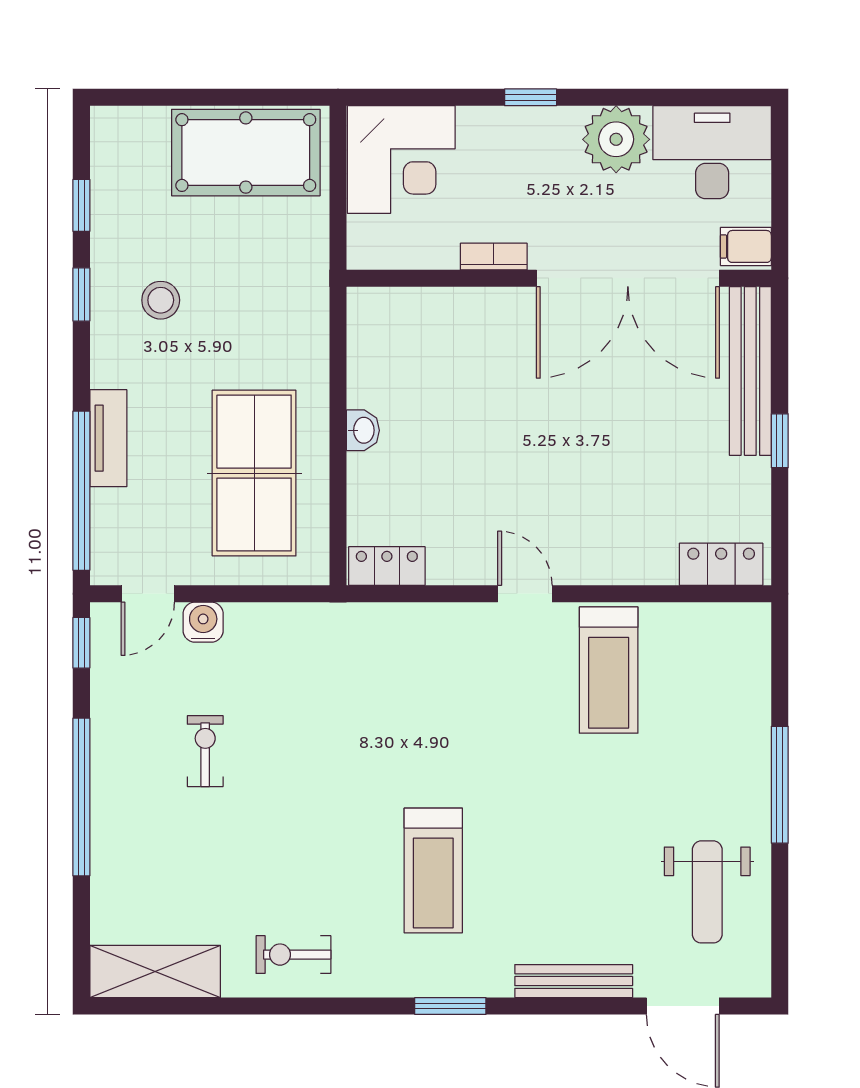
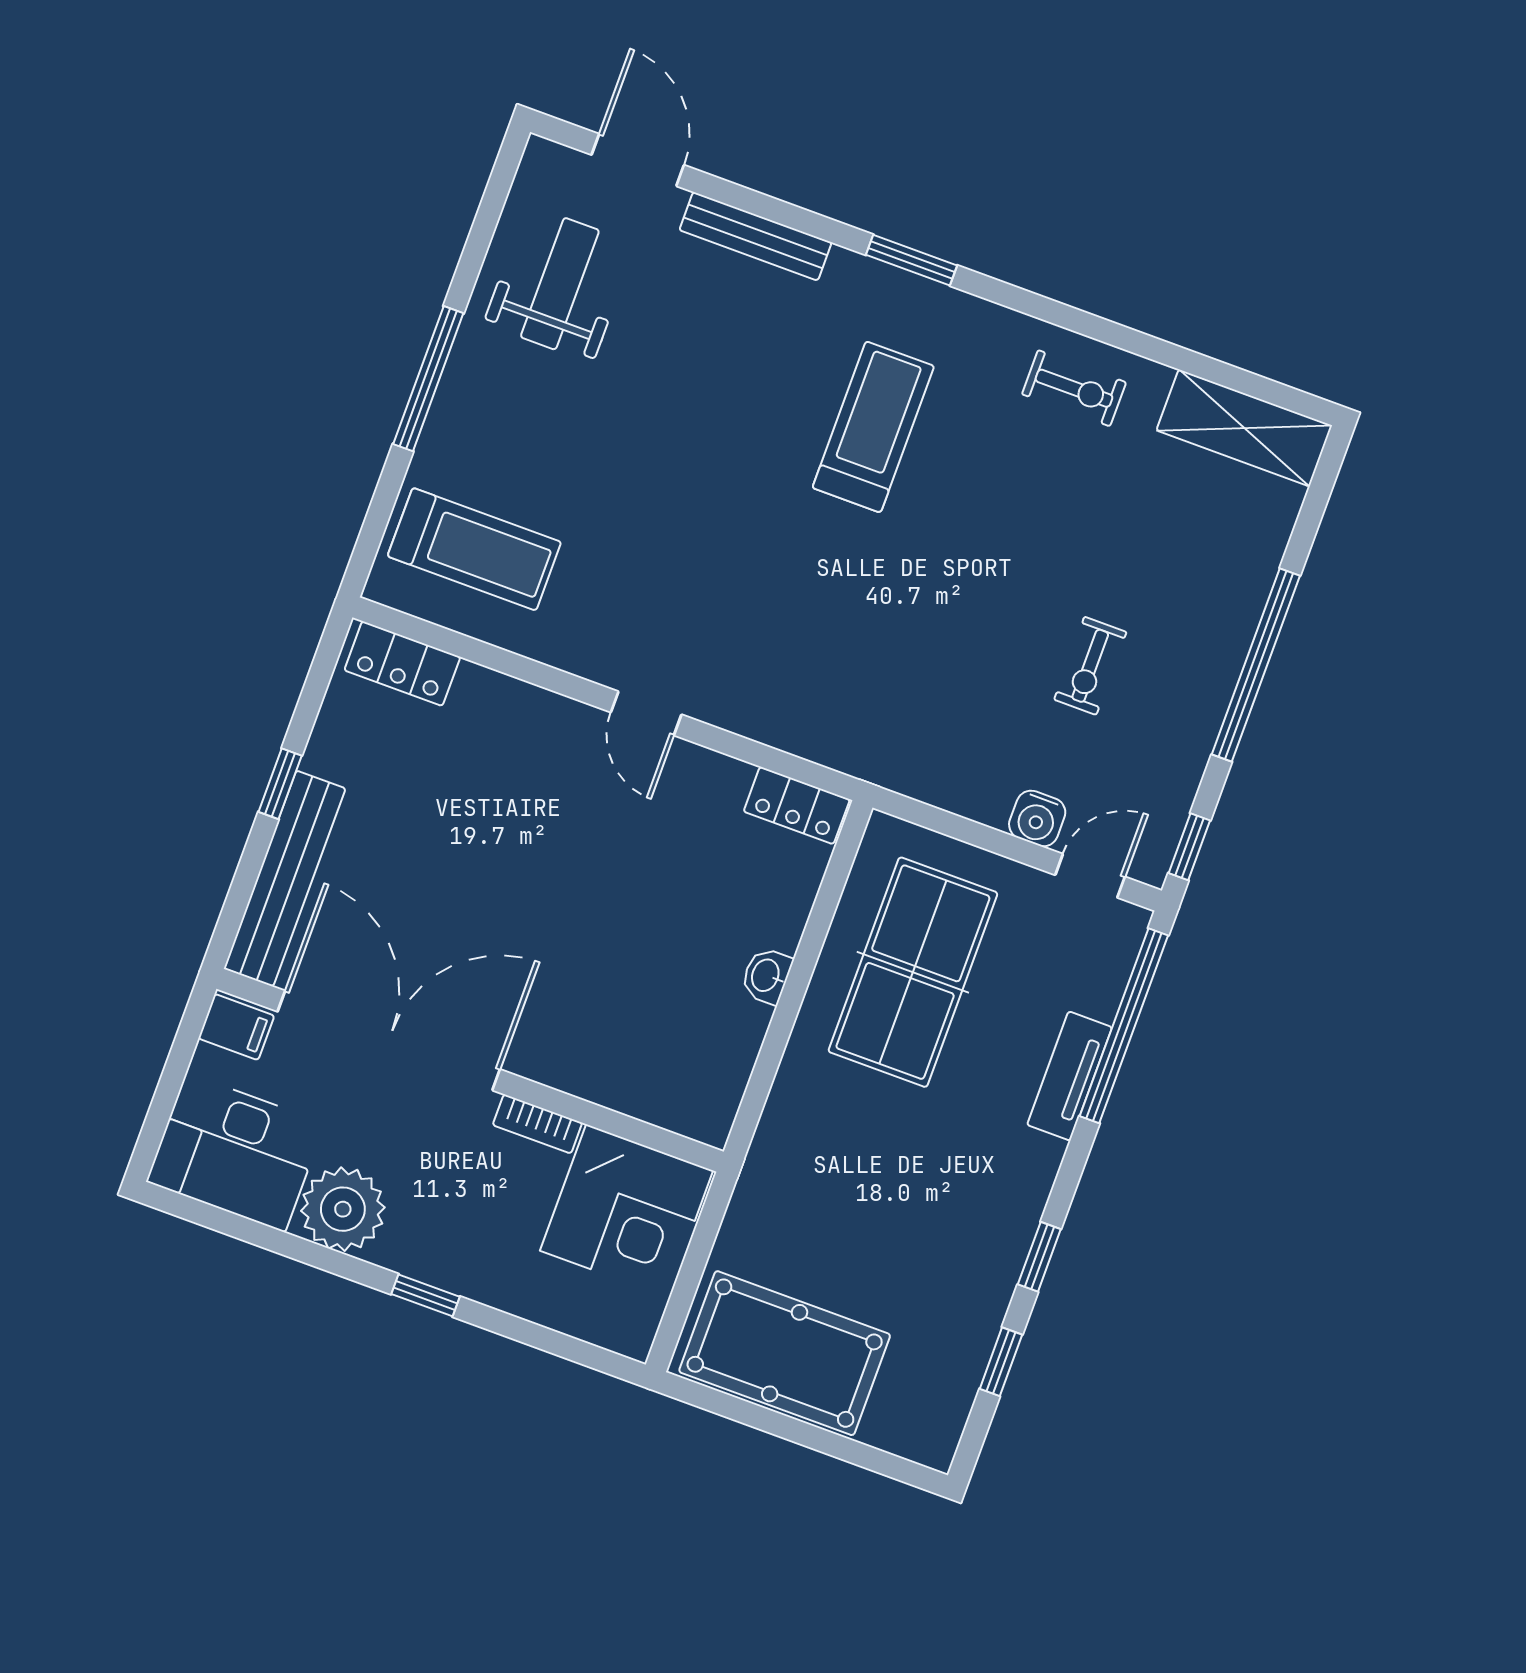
corner desk: (401, 160) -> (627, 1211), moved, turned 180
stool: (161, 300) -> (948, 1216), removed
treadmill: (609, 670) -> (474, 549), moved, turned 90

